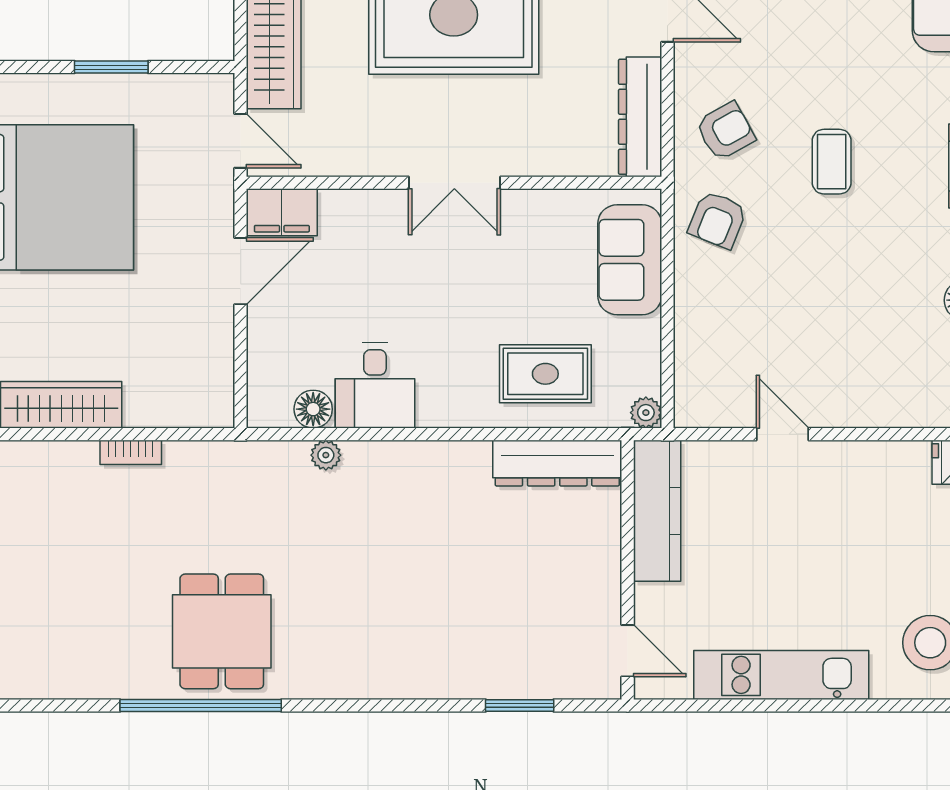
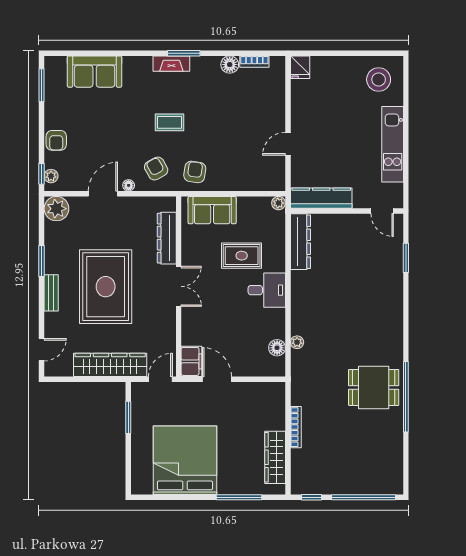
window: (111, 67) -> (128, 417), moved
floor lamp: (687, 68) -> (129, 185), added
dresser: (640, 117) -> (167, 238), moved, turned 90
armchair: (717, 220) -> (195, 172), turned -104
rug: (545, 374) -> (242, 256), moved, turned 90
desk: (375, 385) -> (267, 290), moved
bookcase: (131, 452) -> (296, 427), width x1.56
door: (628, 651) -> (382, 211), swing flipped

